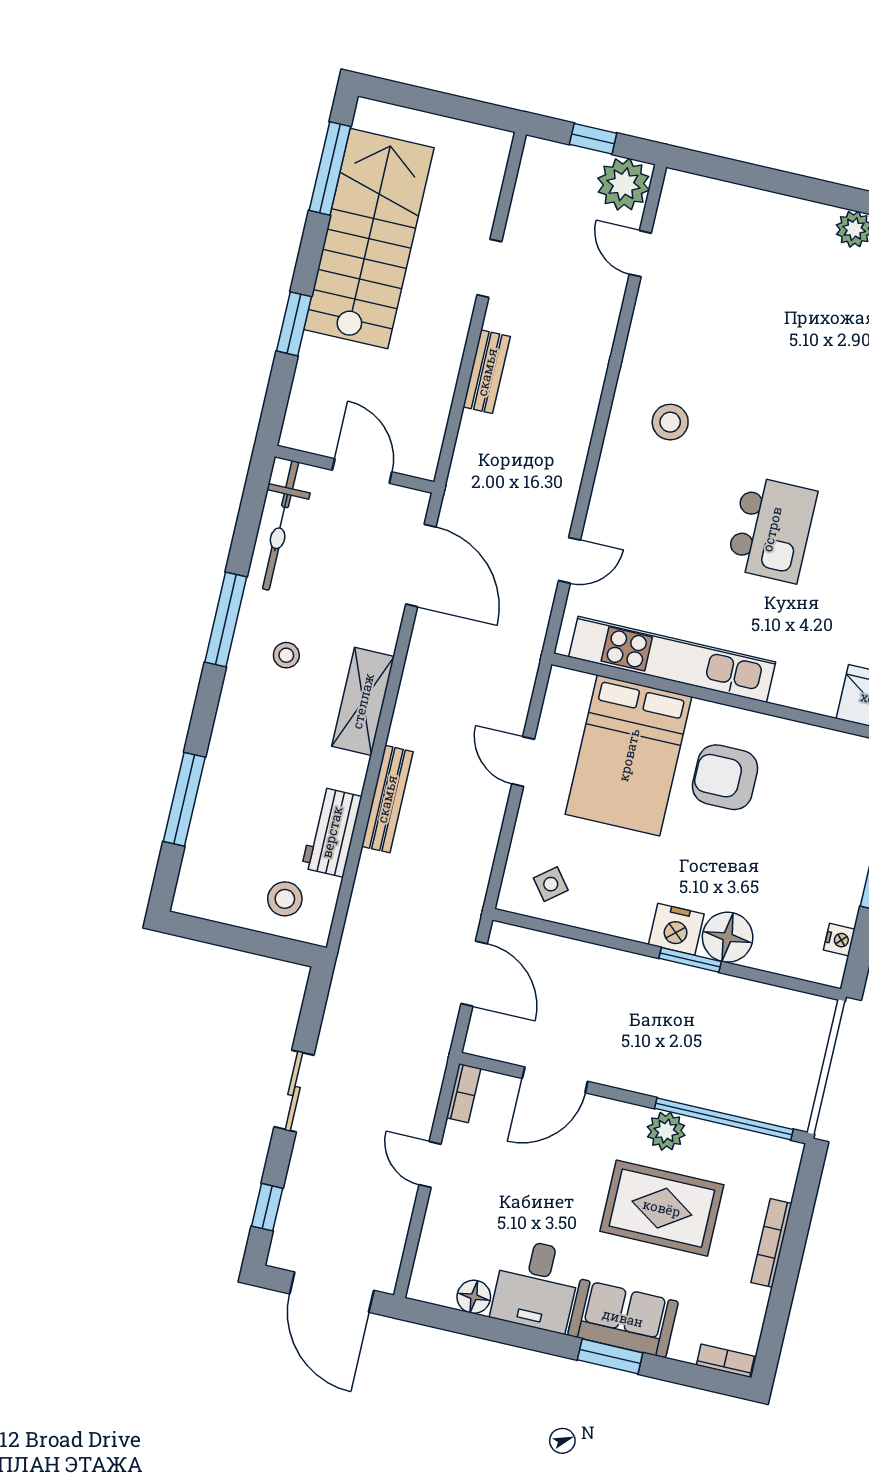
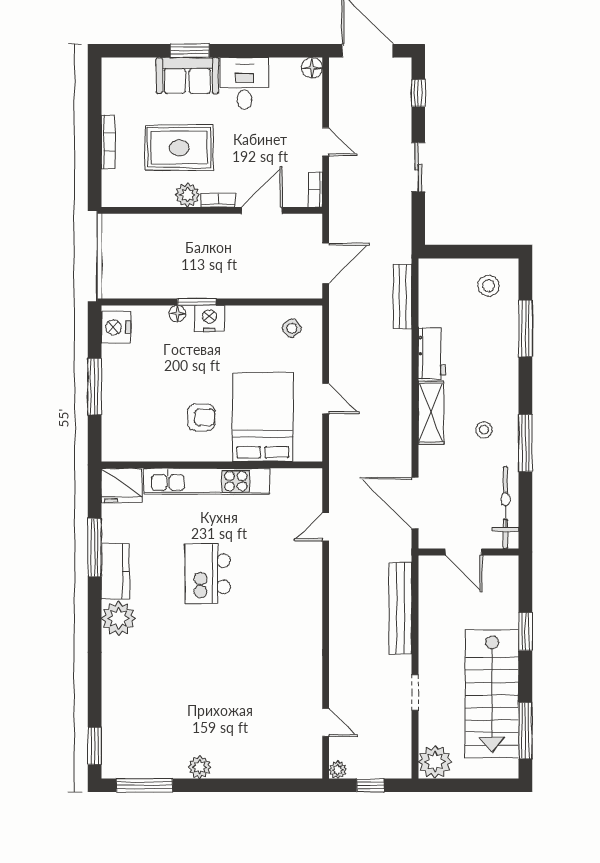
plant: (483, 152) -> (435, 762), added
plant: (624, 184) -> (338, 770), width x0.53, depth x0.53
bench: (487, 372) -> (400, 608), width x1.86, depth x1.21
stool: (670, 422) -> (284, 625), removed
kitchen unit: (672, 659) -> (207, 481), moved
armchair: (725, 777) -> (201, 417), width x0.72, depth x0.72
bench: (387, 799) -> (403, 296), moved
workbench: (332, 832) -> (432, 353), moved
stool: (285, 899) -> (489, 286), moved
floor lamp: (728, 937) -> (177, 314), width x0.53, depth x0.53
nightstand: (839, 940) -> (116, 327), width x1.89, depth x1.79
door: (474, 974) -> (326, 263), swing flipped
window: (724, 1119) -> (154, 210), removed
floor lamp: (474, 1297) -> (312, 68), moved
bookcase: (725, 1361) -> (218, 200), moved, turned 180

